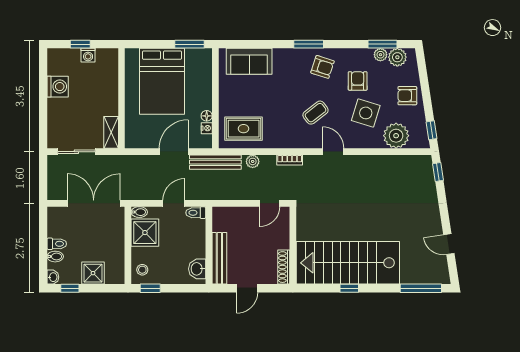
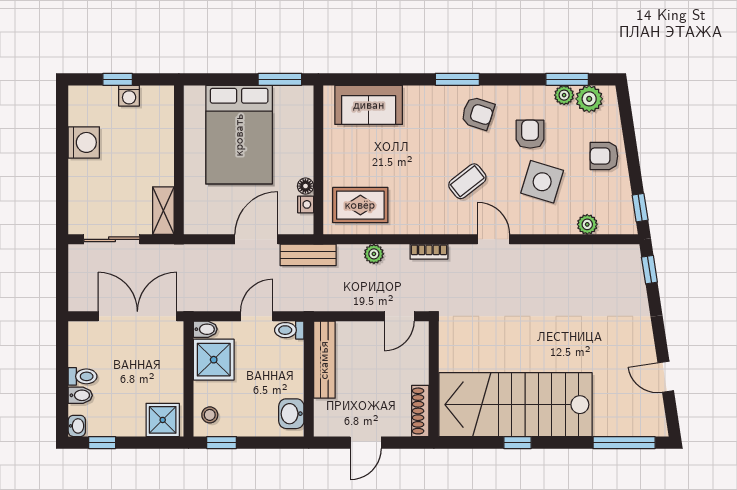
plant: (396, 136) -> (587, 224), width x0.53, depth x0.53
bench: (215, 162) -> (308, 255), width x0.73
bench: (219, 258) -> (324, 360), moved
shower: (93, 273) -> (163, 420), moved

